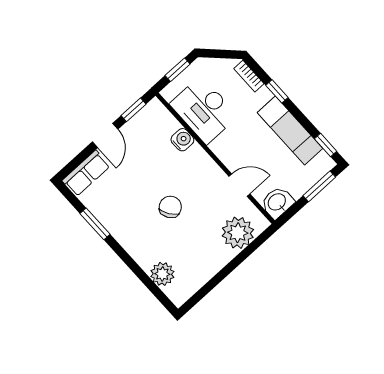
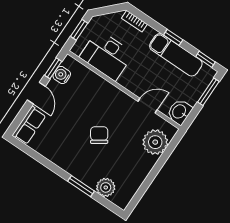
window: (277, 91) -> (173, 37), moved
water cooler: (182, 140) -> (62, 75), moved, turned -90
window: (95, 224) -> (81, 186), moved

